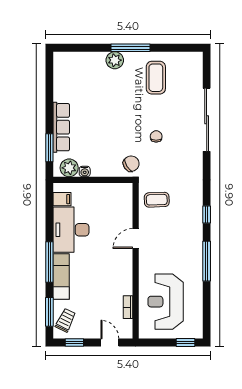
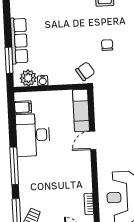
coffee table: (157, 200) -> (111, 103), removed
exam couch: (61, 277) -> (81, 110), moved, turned 180

